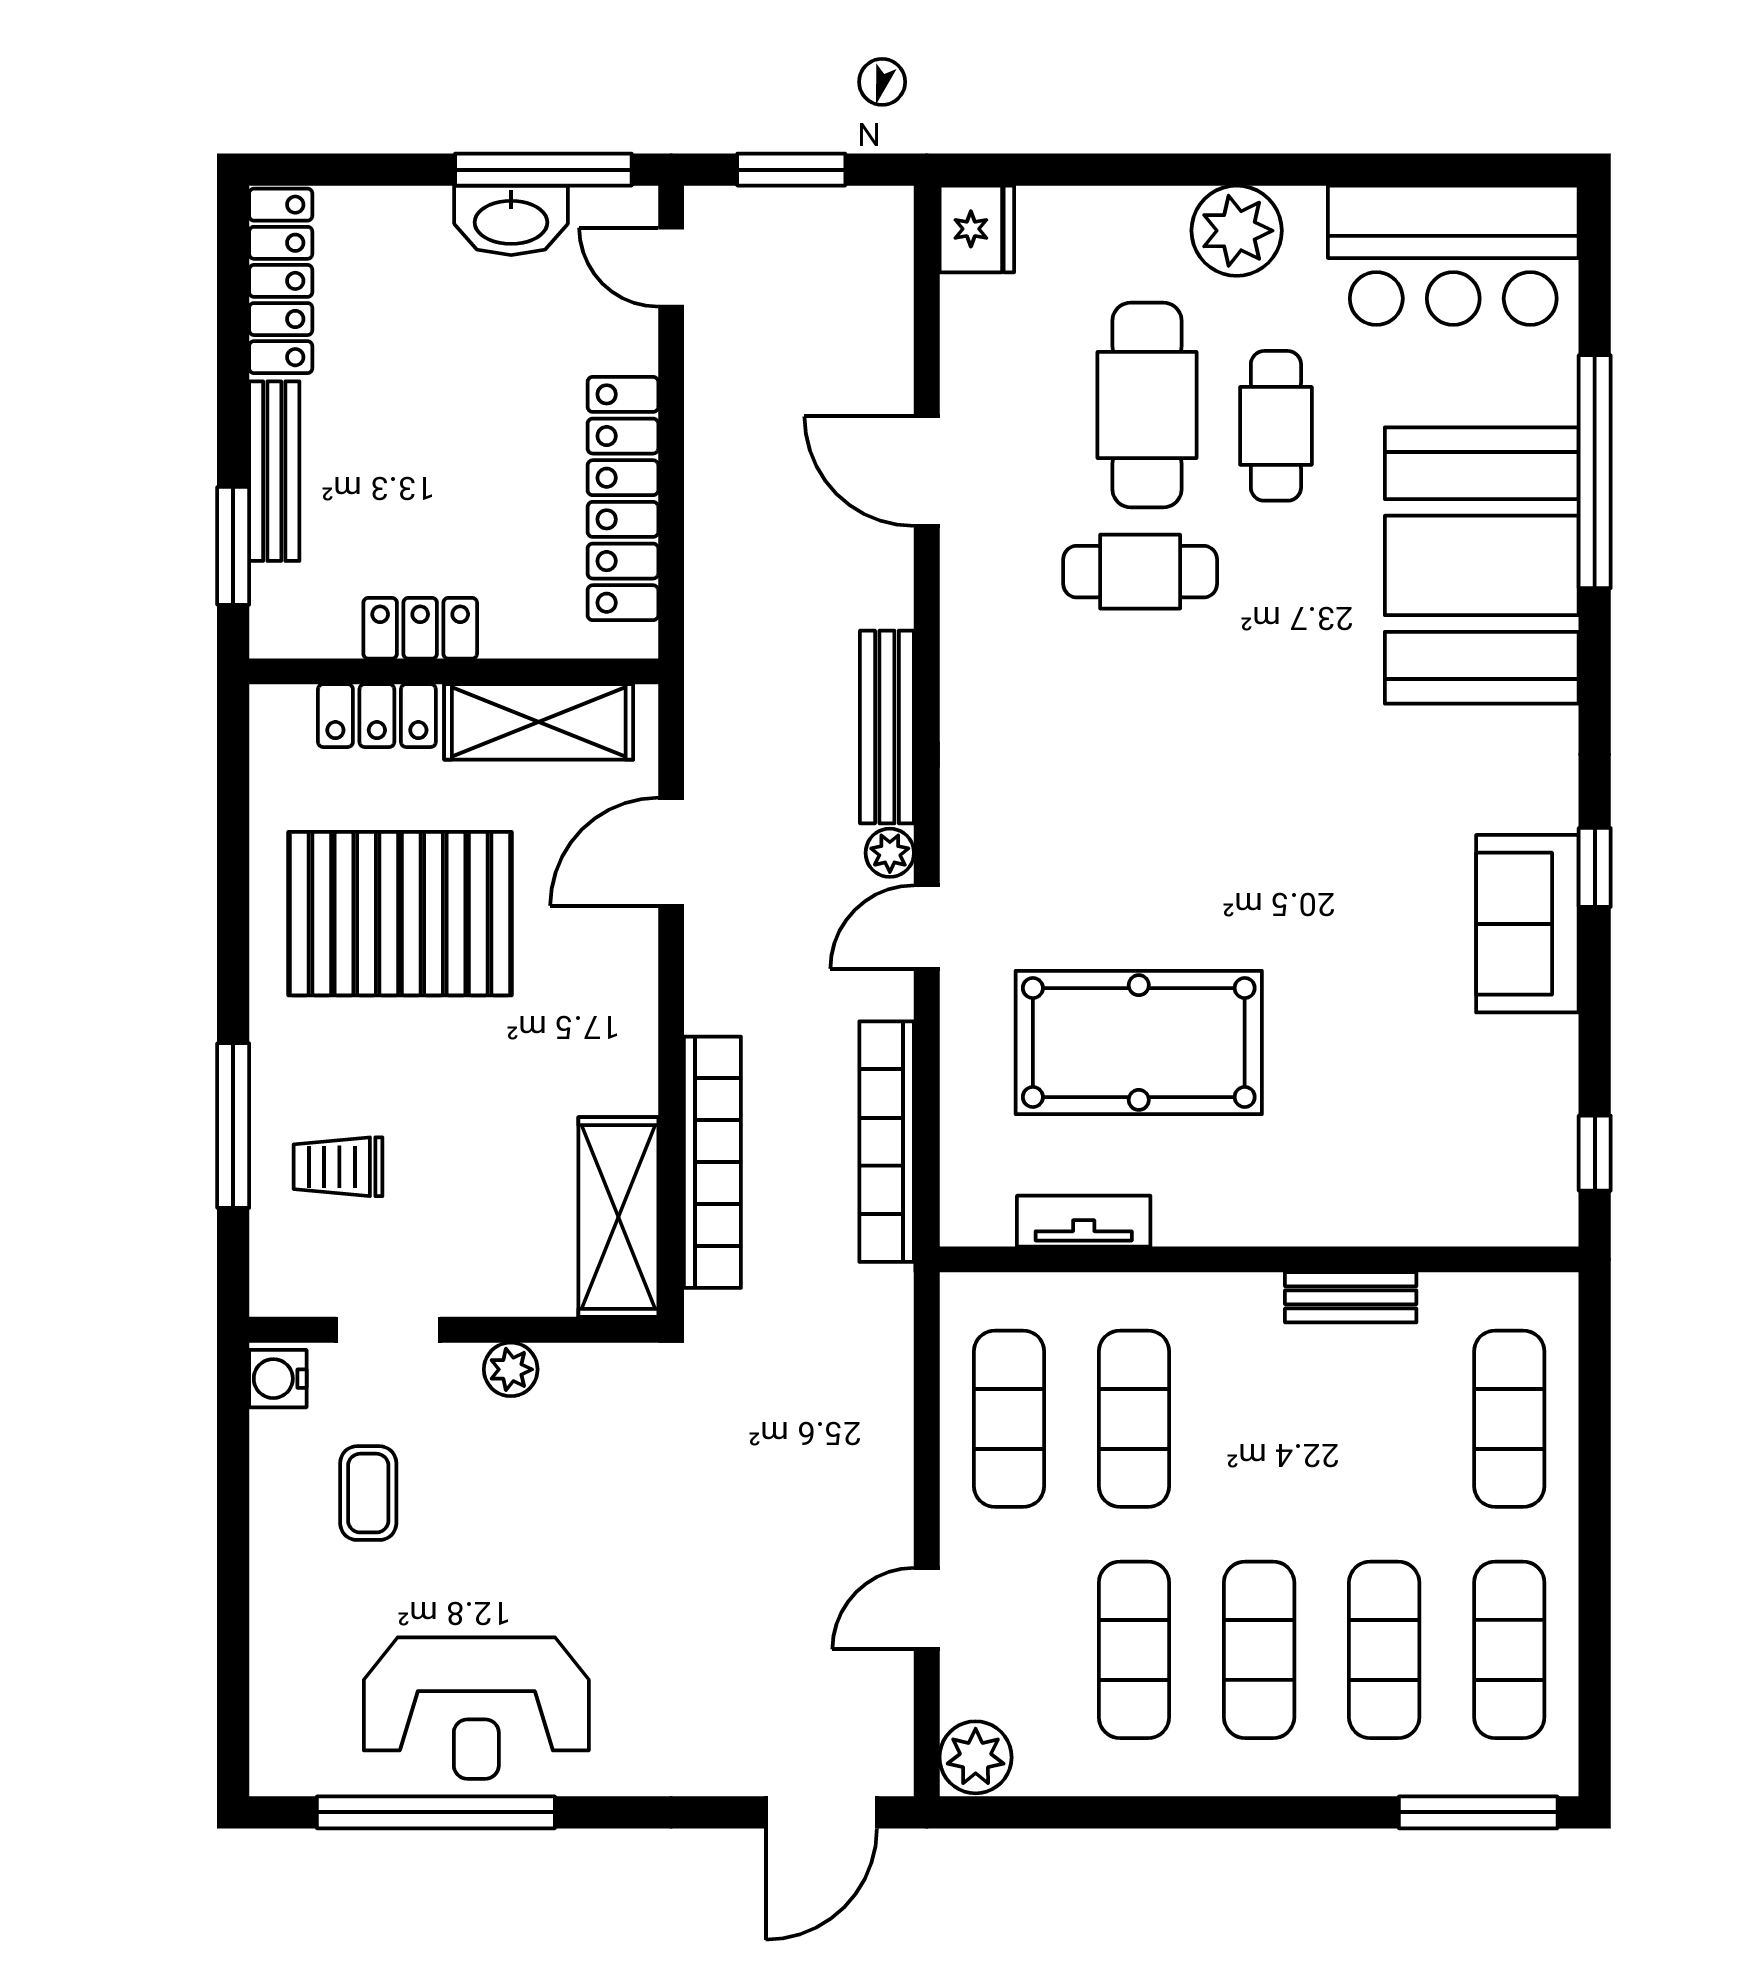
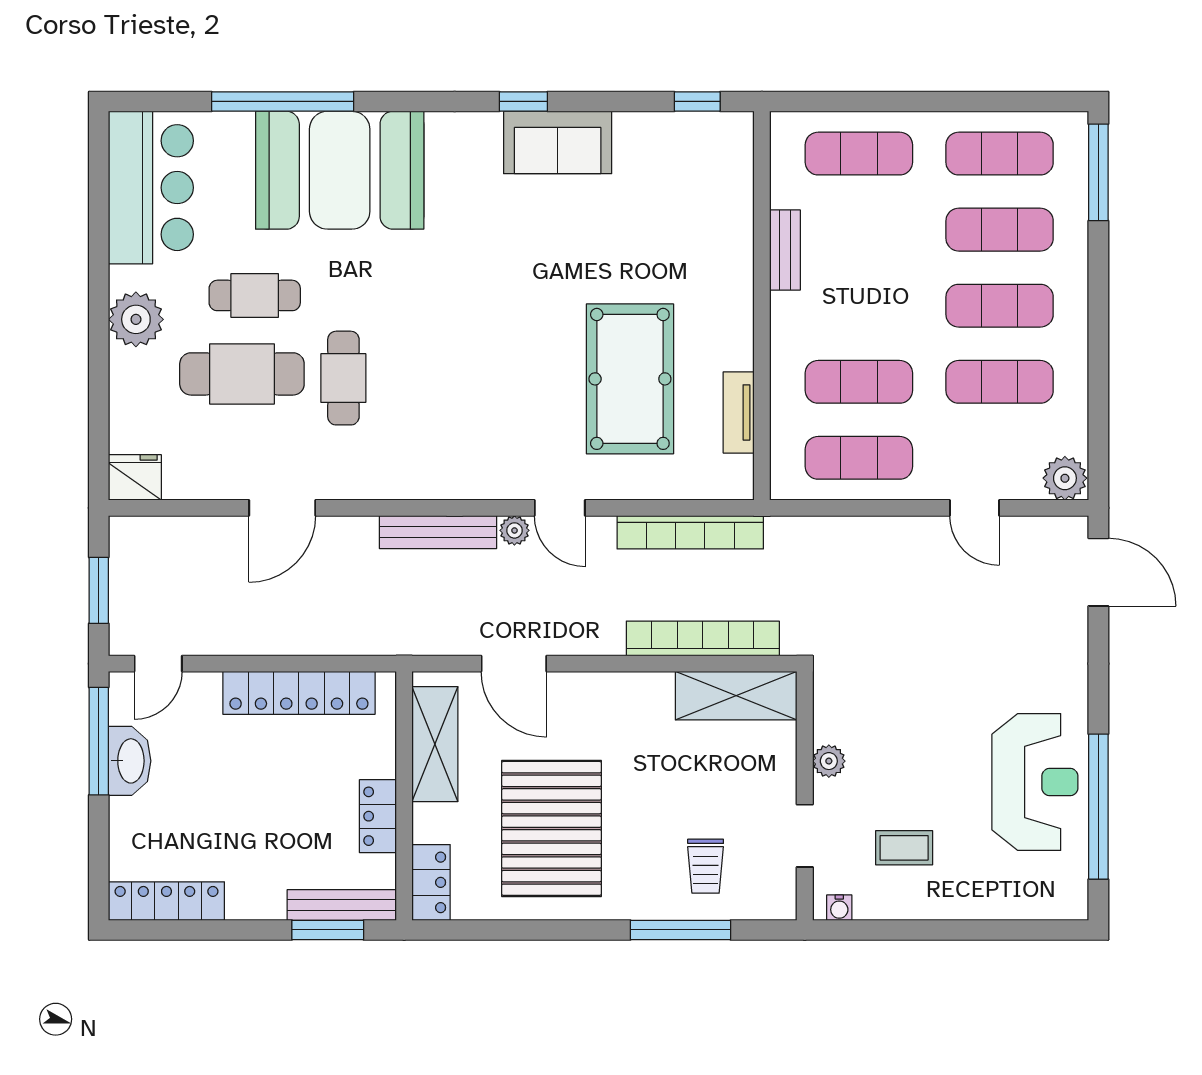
bench: (274, 471) -> (342, 905), moved
locker: (377, 716) -> (431, 882), moved
water cooler: (278, 1379) -> (839, 908), width x0.72, depth x0.72

